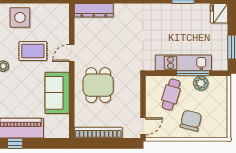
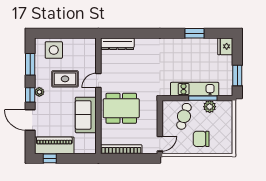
dining table: (98, 85) -> (121, 108), width x1.38
chair: (191, 121) -> (201, 139), turned -104

